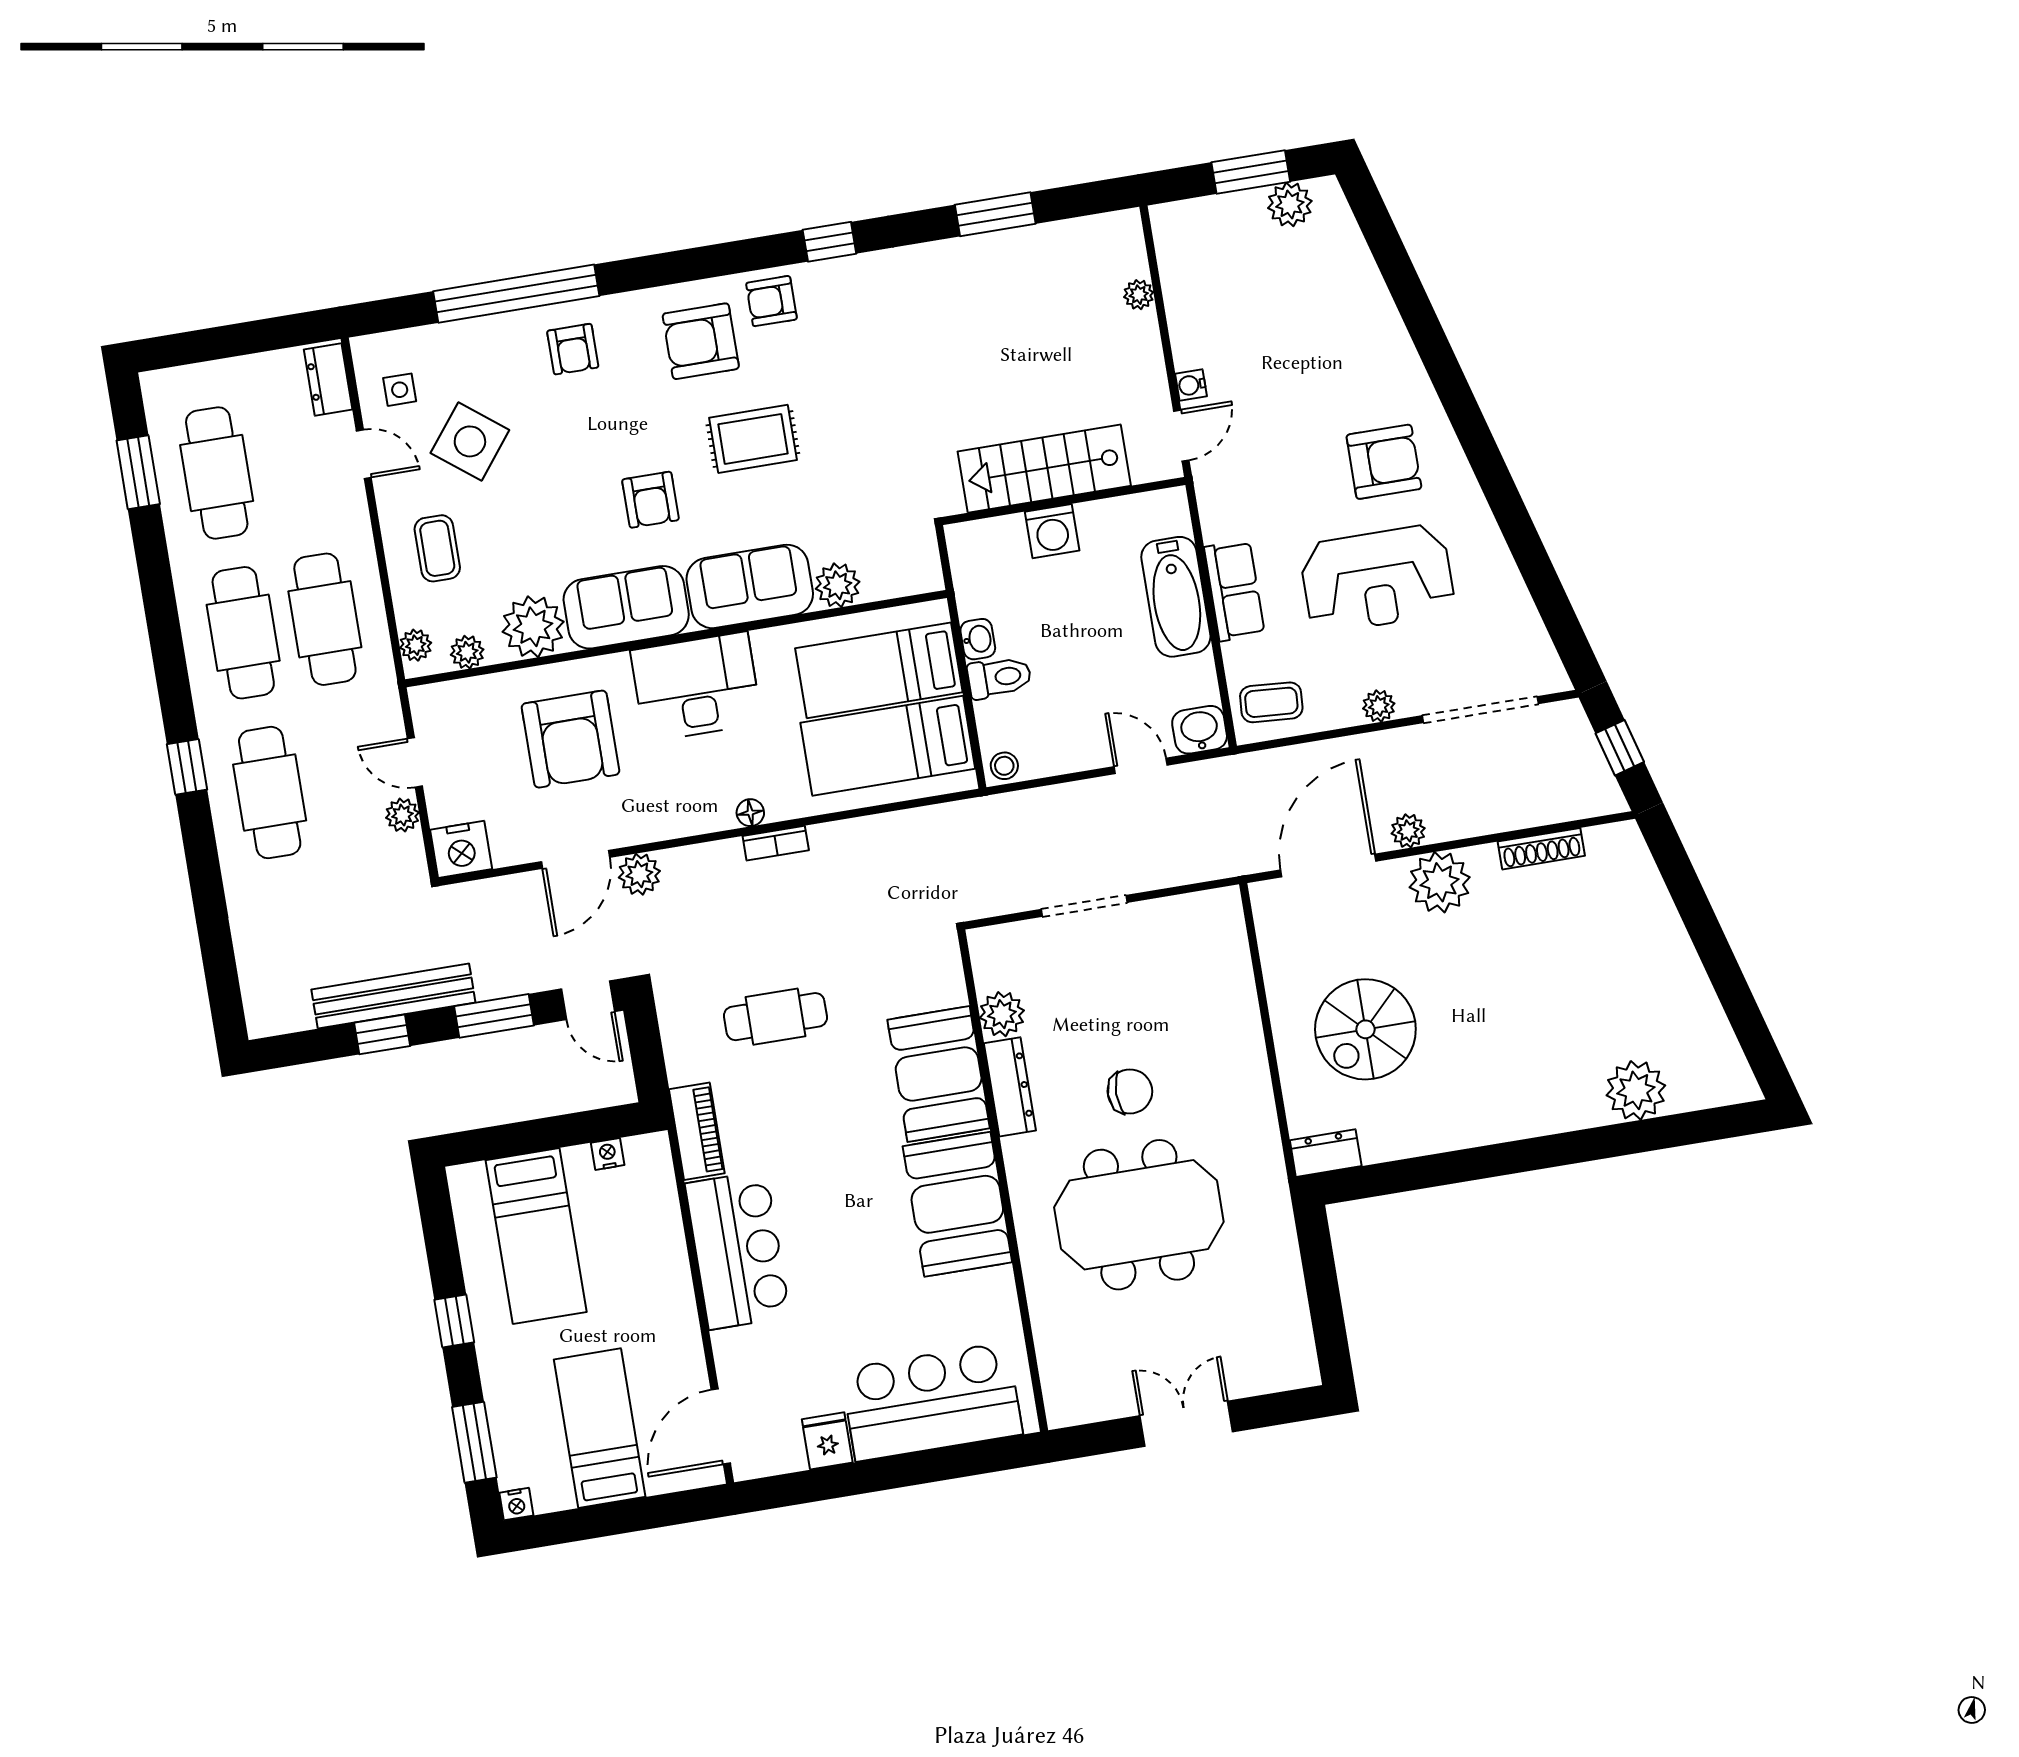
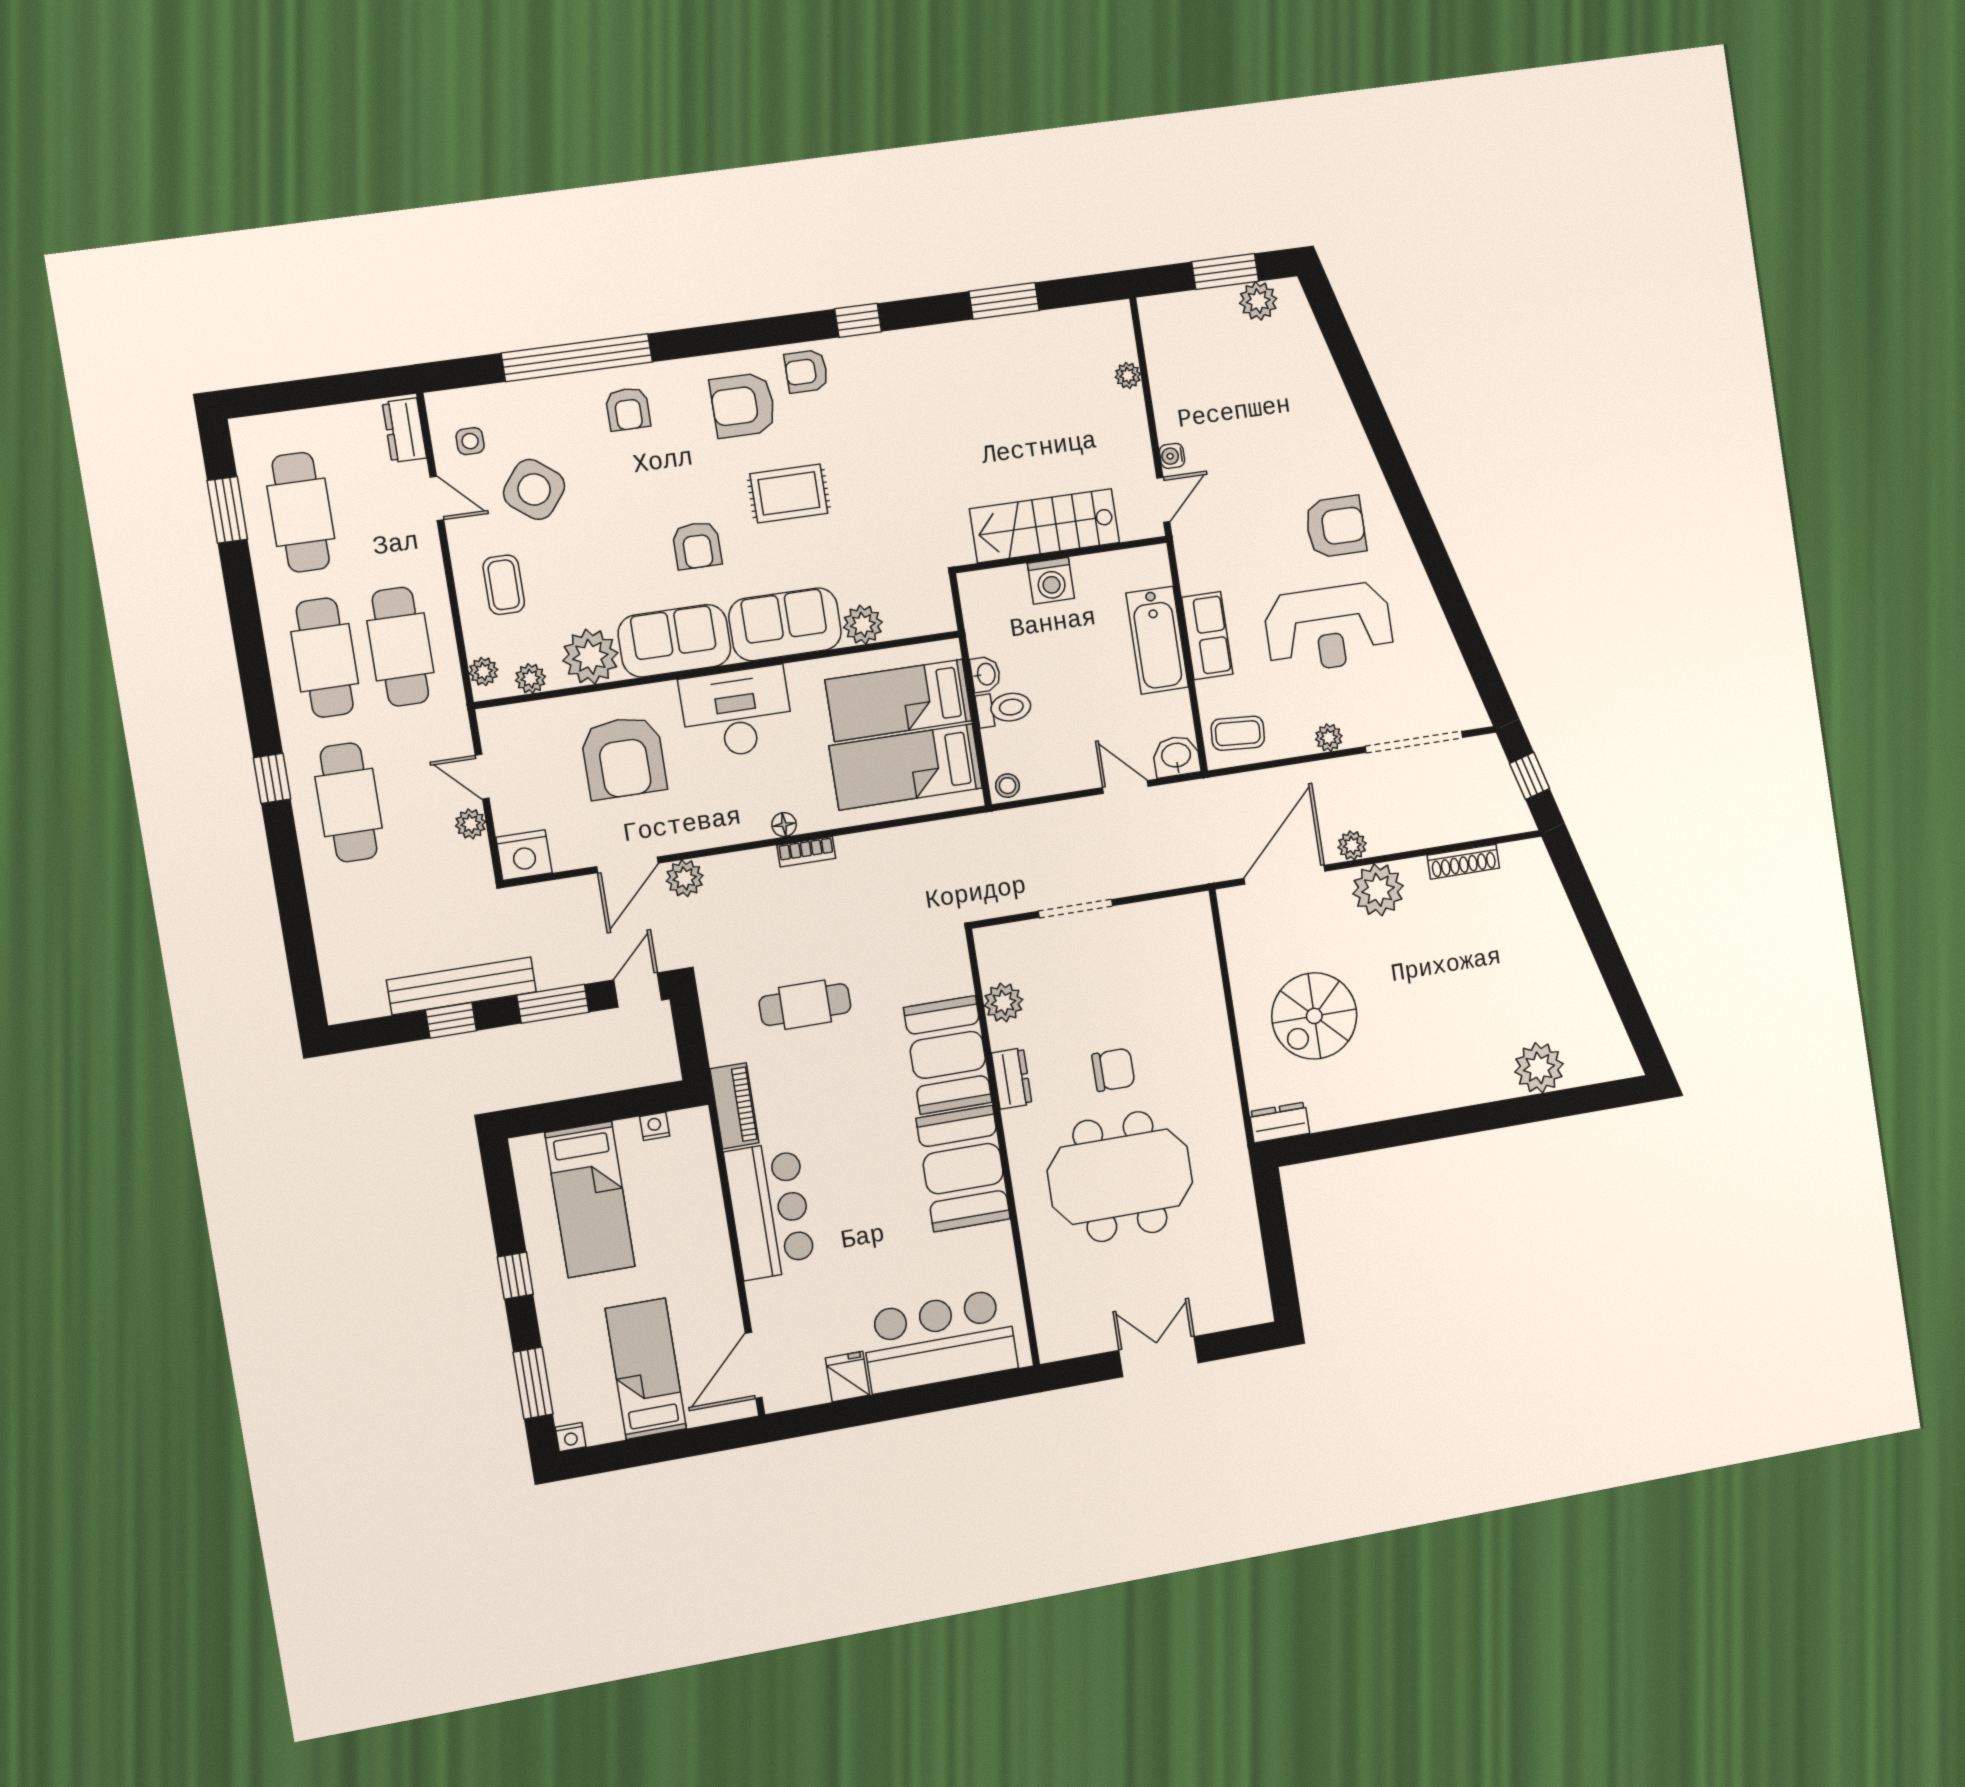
door: (588, 1000) -> (638, 990), swing flipped
dresser: (1010, 1087) -> (1012, 1078), width x0.70

